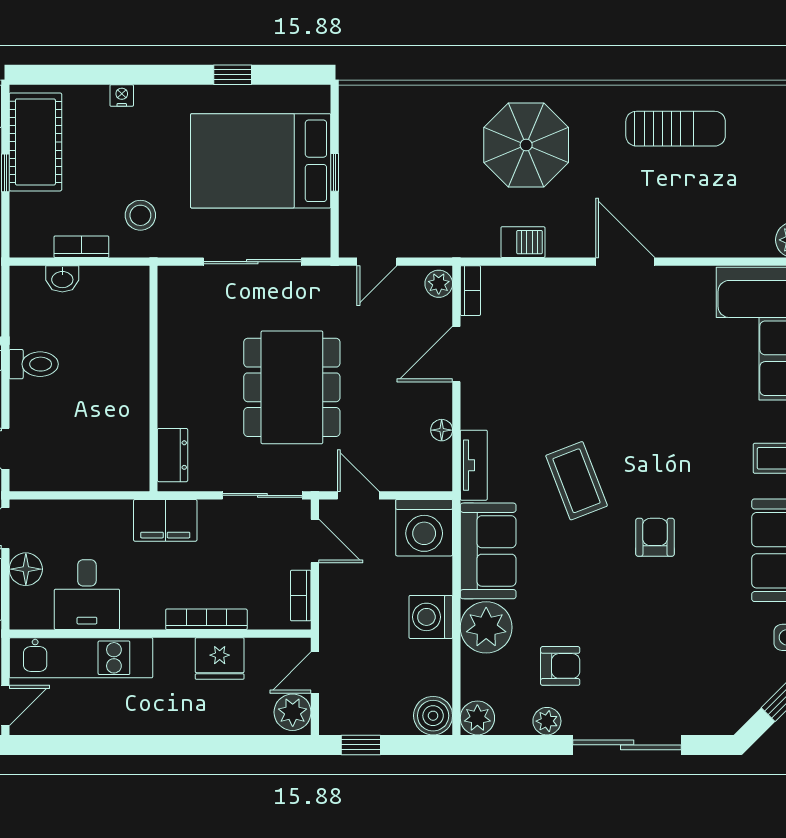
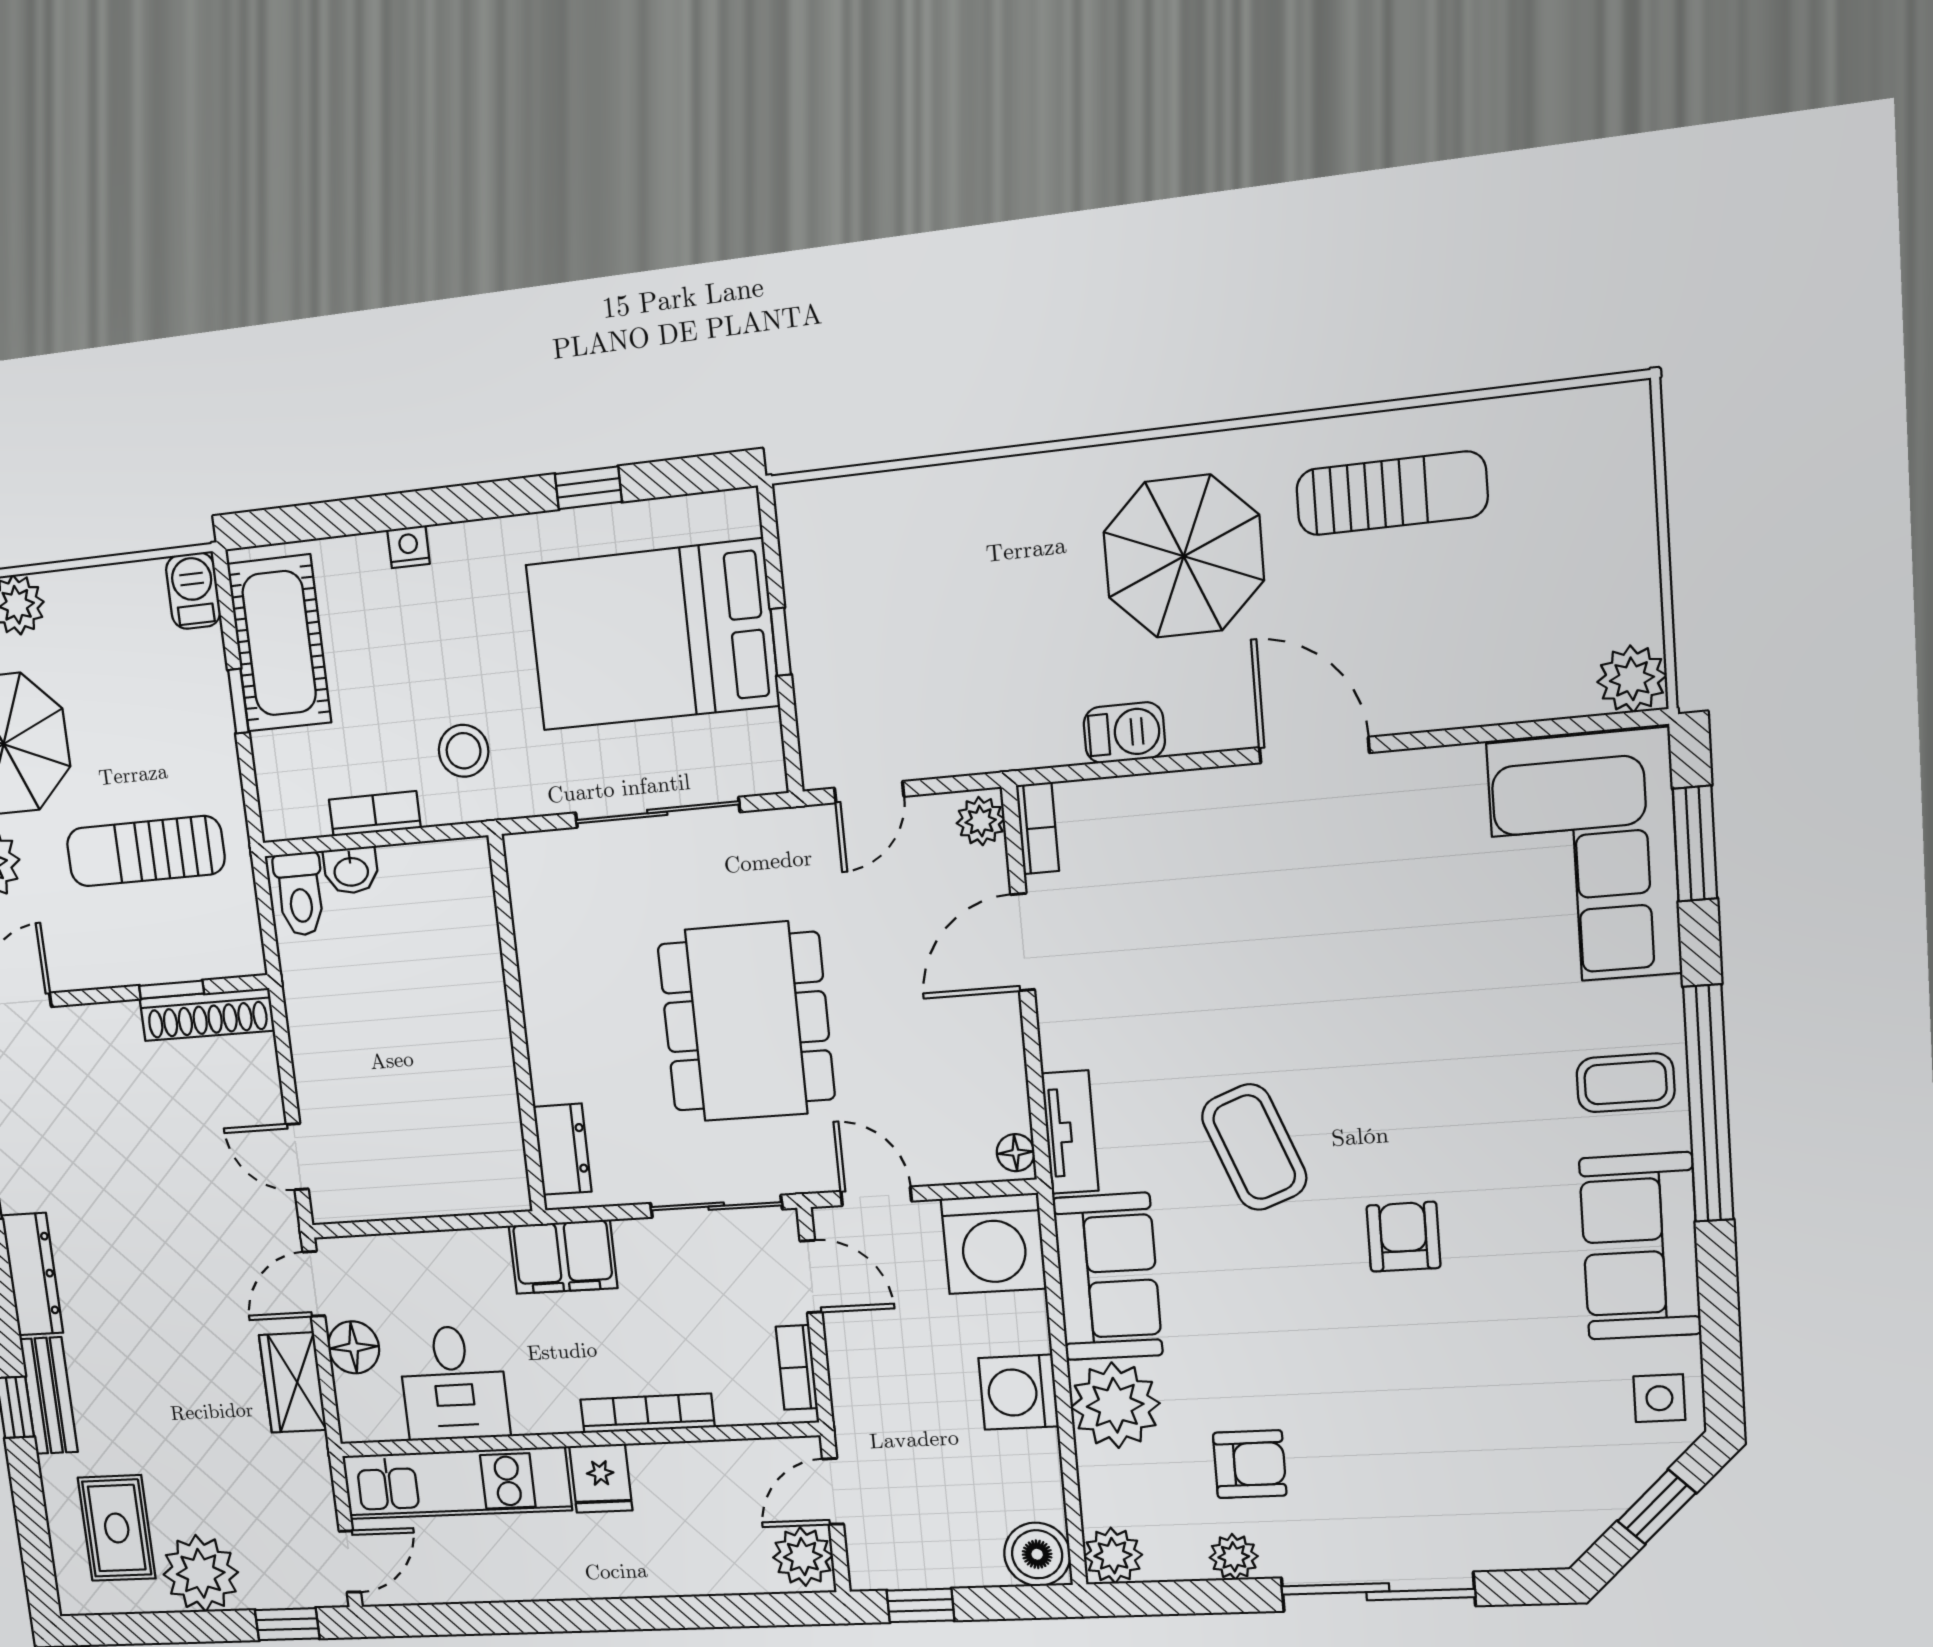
parasol: (526, 145) -> (1184, 556), moved
toilet: (34, 364) -> (300, 894), moved, turned 90
floor lamp: (442, 430) -> (1016, 1153), moved
fridge: (220, 659) -> (601, 1478), moved, width x0.72

